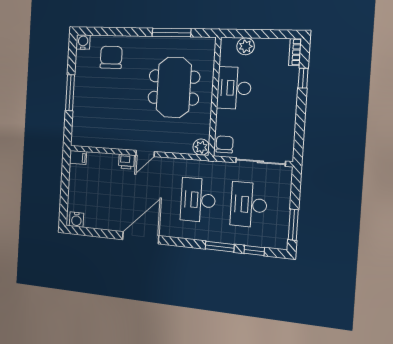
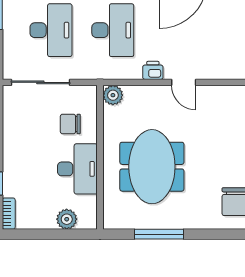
chair: (225, 144) -> (70, 124), moved, turned 90
door: (145, 154) -> (184, 82), swing flipped
printer: (126, 162) -> (153, 70), moved

